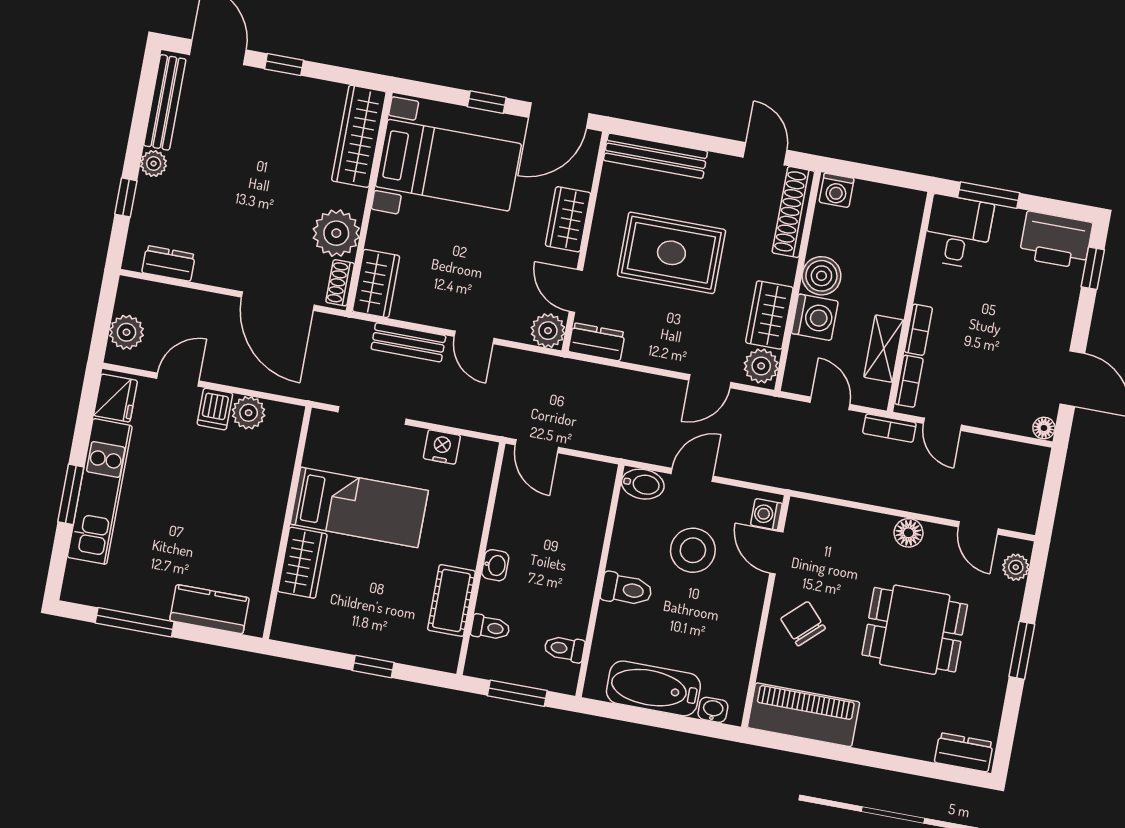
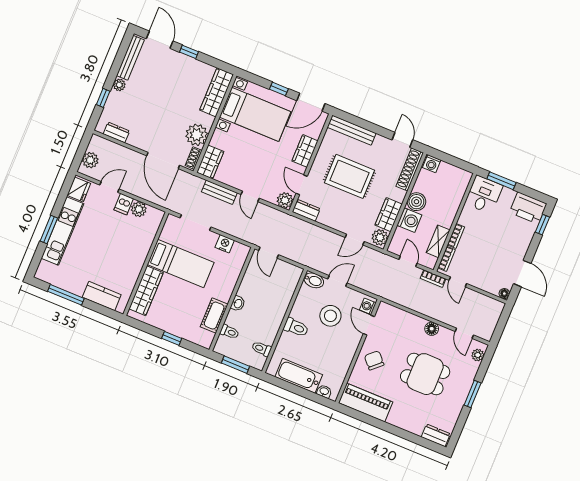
wardrobe: (302, 563) -> (146, 291), width x1.50

